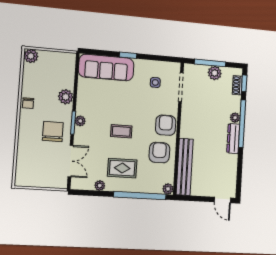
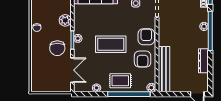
coffee table: (121, 131) -> (111, 44), width x1.86, depth x1.72
chair: (53, 132) -> (57, 48), turned 180
dresser: (233, 139) -> (203, 61), moved
armchair: (159, 153) -> (143, 59), turned 180
rug: (122, 168) -> (120, 81), moved

